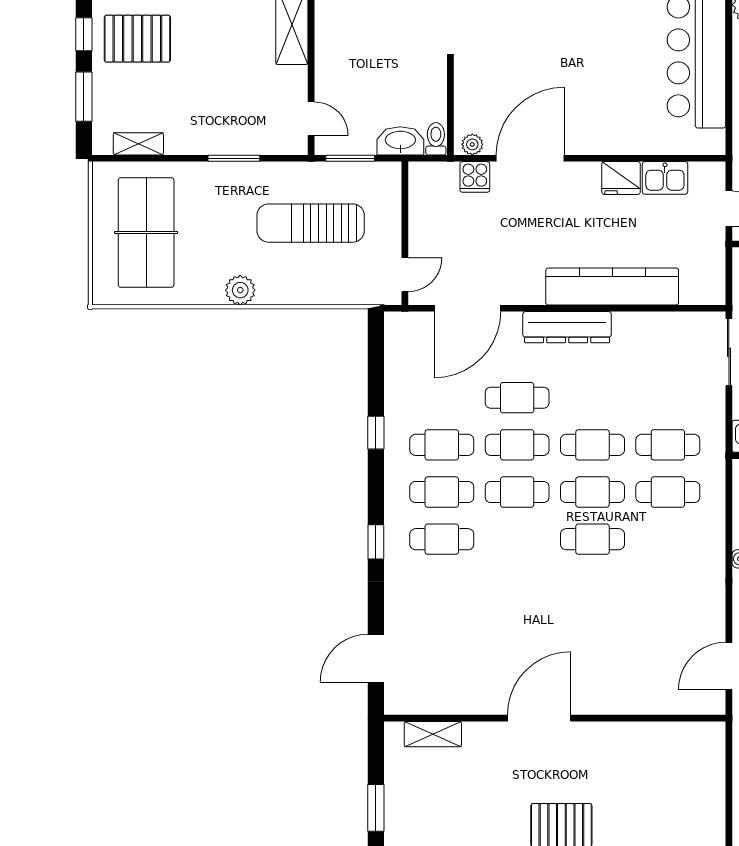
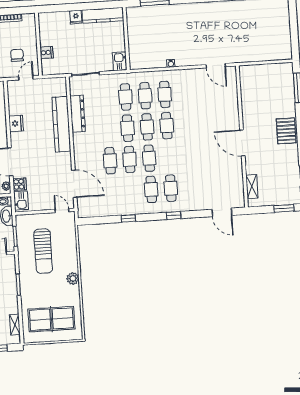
kitchen sink: (665, 178) -> (21, 201), moved
dresser: (567, 327) -> (78, 114), moved
cafe table: (442, 445) -> (165, 94), moved

